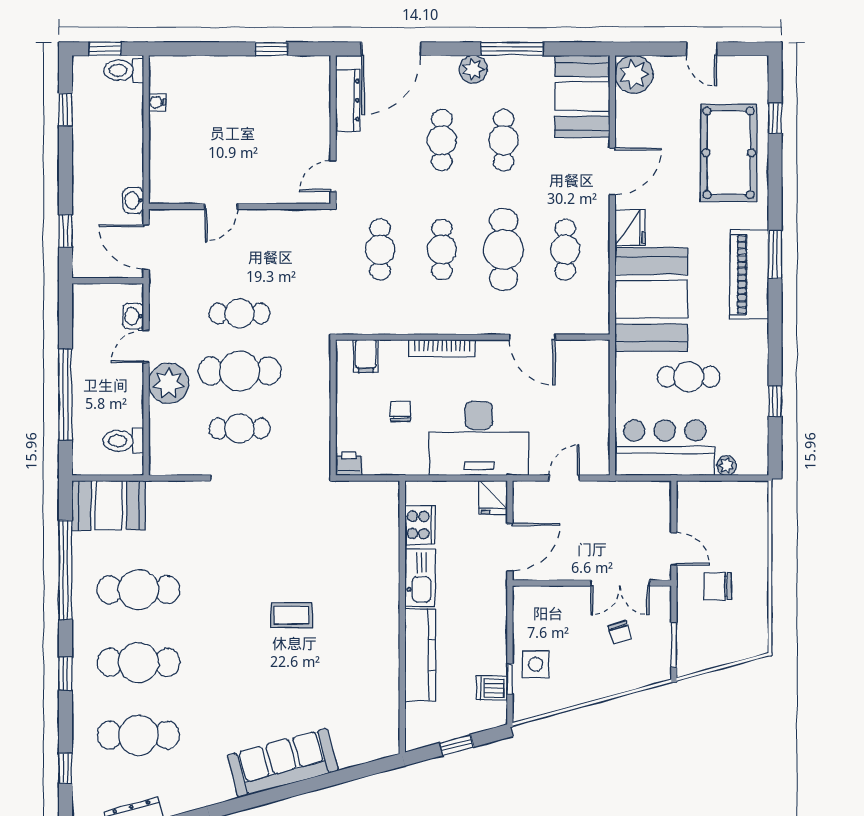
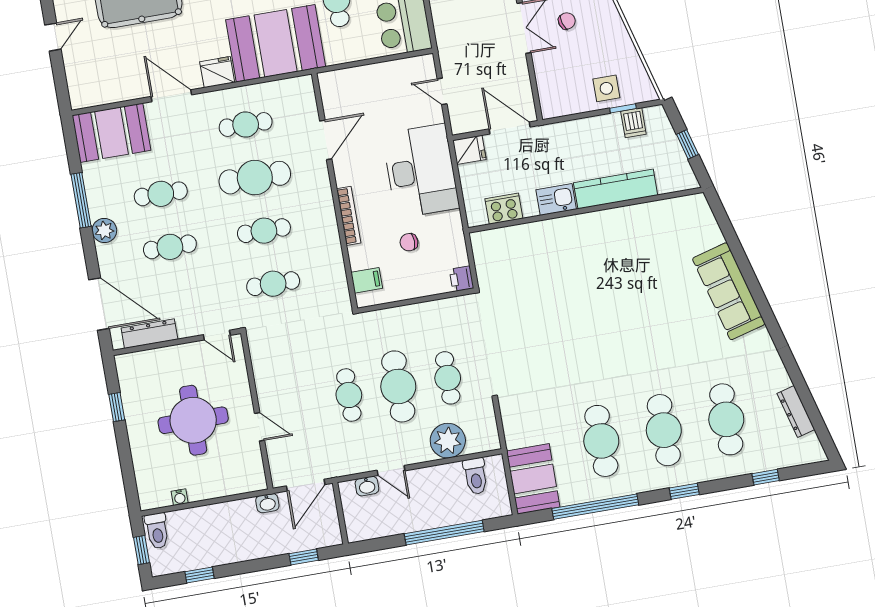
plant: (634, 74) -> (85, 92), removed
round table: (241, 133) -> (193, 420), added
plant: (169, 383) -> (448, 441), moved
kitchen sink: (420, 578) -> (556, 200), width x0.73
coffee table: (292, 615) -> (600, 305), removed

